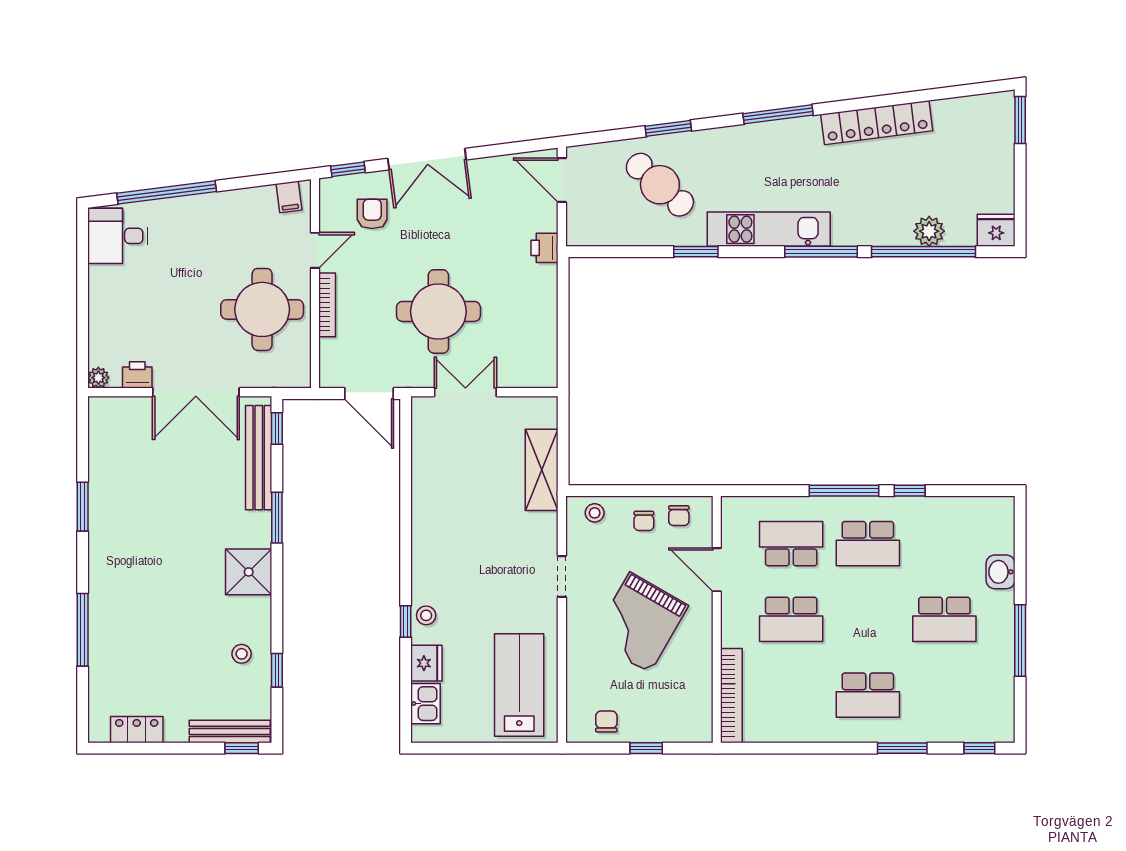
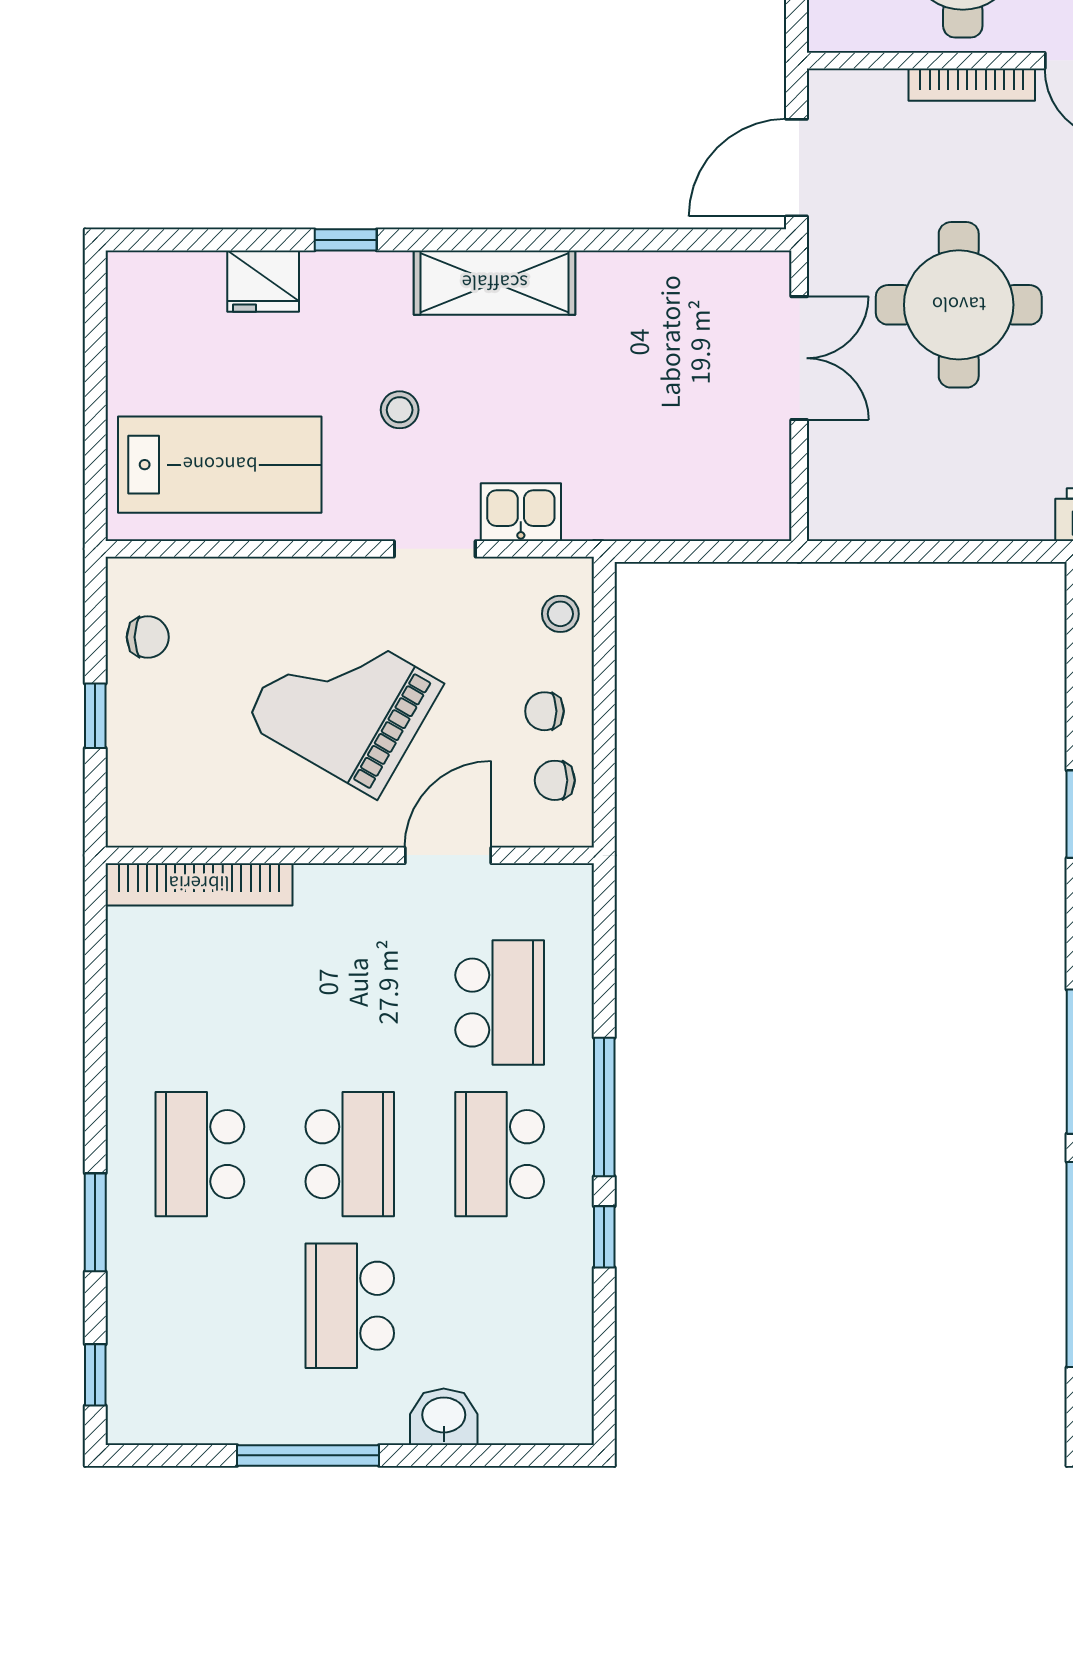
shelving: (542, 470) -> (495, 283), moved
stool: (426, 615) -> (400, 410), moved
school desk: (791, 619) -> (350, 1154), moved, turned 180
kitchen sink: (425, 704) -> (521, 512), moved, turned 180

